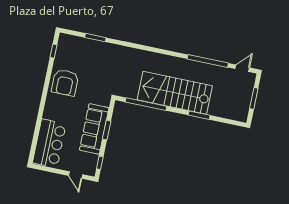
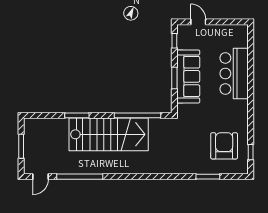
armchair: (65, 83) -> (224, 146), moved
bar counter: (49, 143) -> (234, 73), moved

